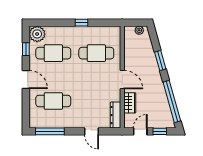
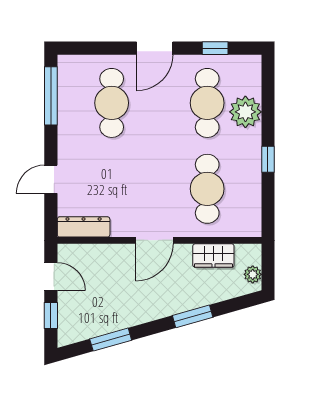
plant: (37, 34) -> (245, 112), moved
window: (172, 101) -> (111, 340), width x0.47
wardrobe: (130, 103) -> (213, 256), moved

